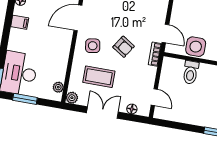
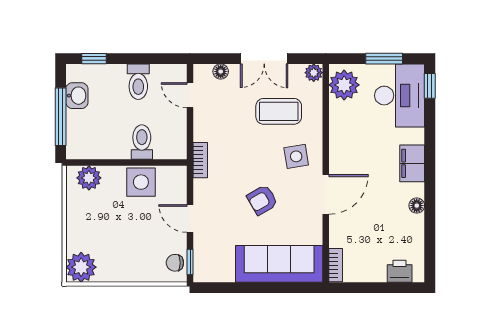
filing cabinet: (20, 22) -> (412, 163), width x2.00
door: (165, 33) -> (190, 218), moved
armchair: (124, 47) -> (262, 200), moved, turned -63
plant: (58, 87) -> (344, 85), width x1.87, depth x1.87
toilet: (186, 112) -> (138, 82), added

